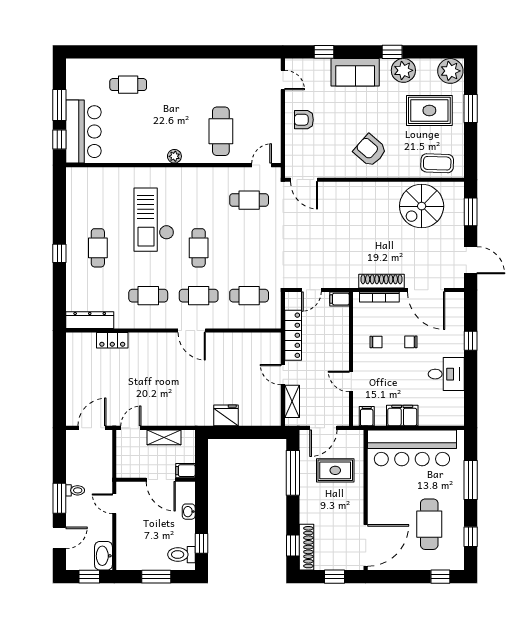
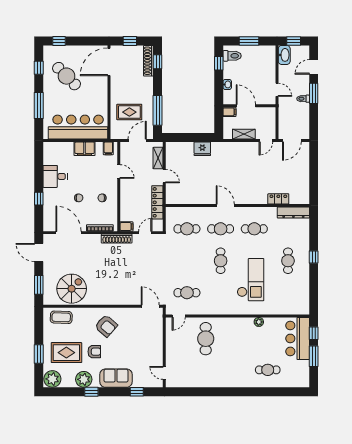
armchair: (304, 120) -> (94, 352), moved
plant: (174, 156) -> (259, 322), moved
shoe rack: (381, 281) -> (117, 239), moved
cafe table: (429, 524) -> (67, 76), turned -45

